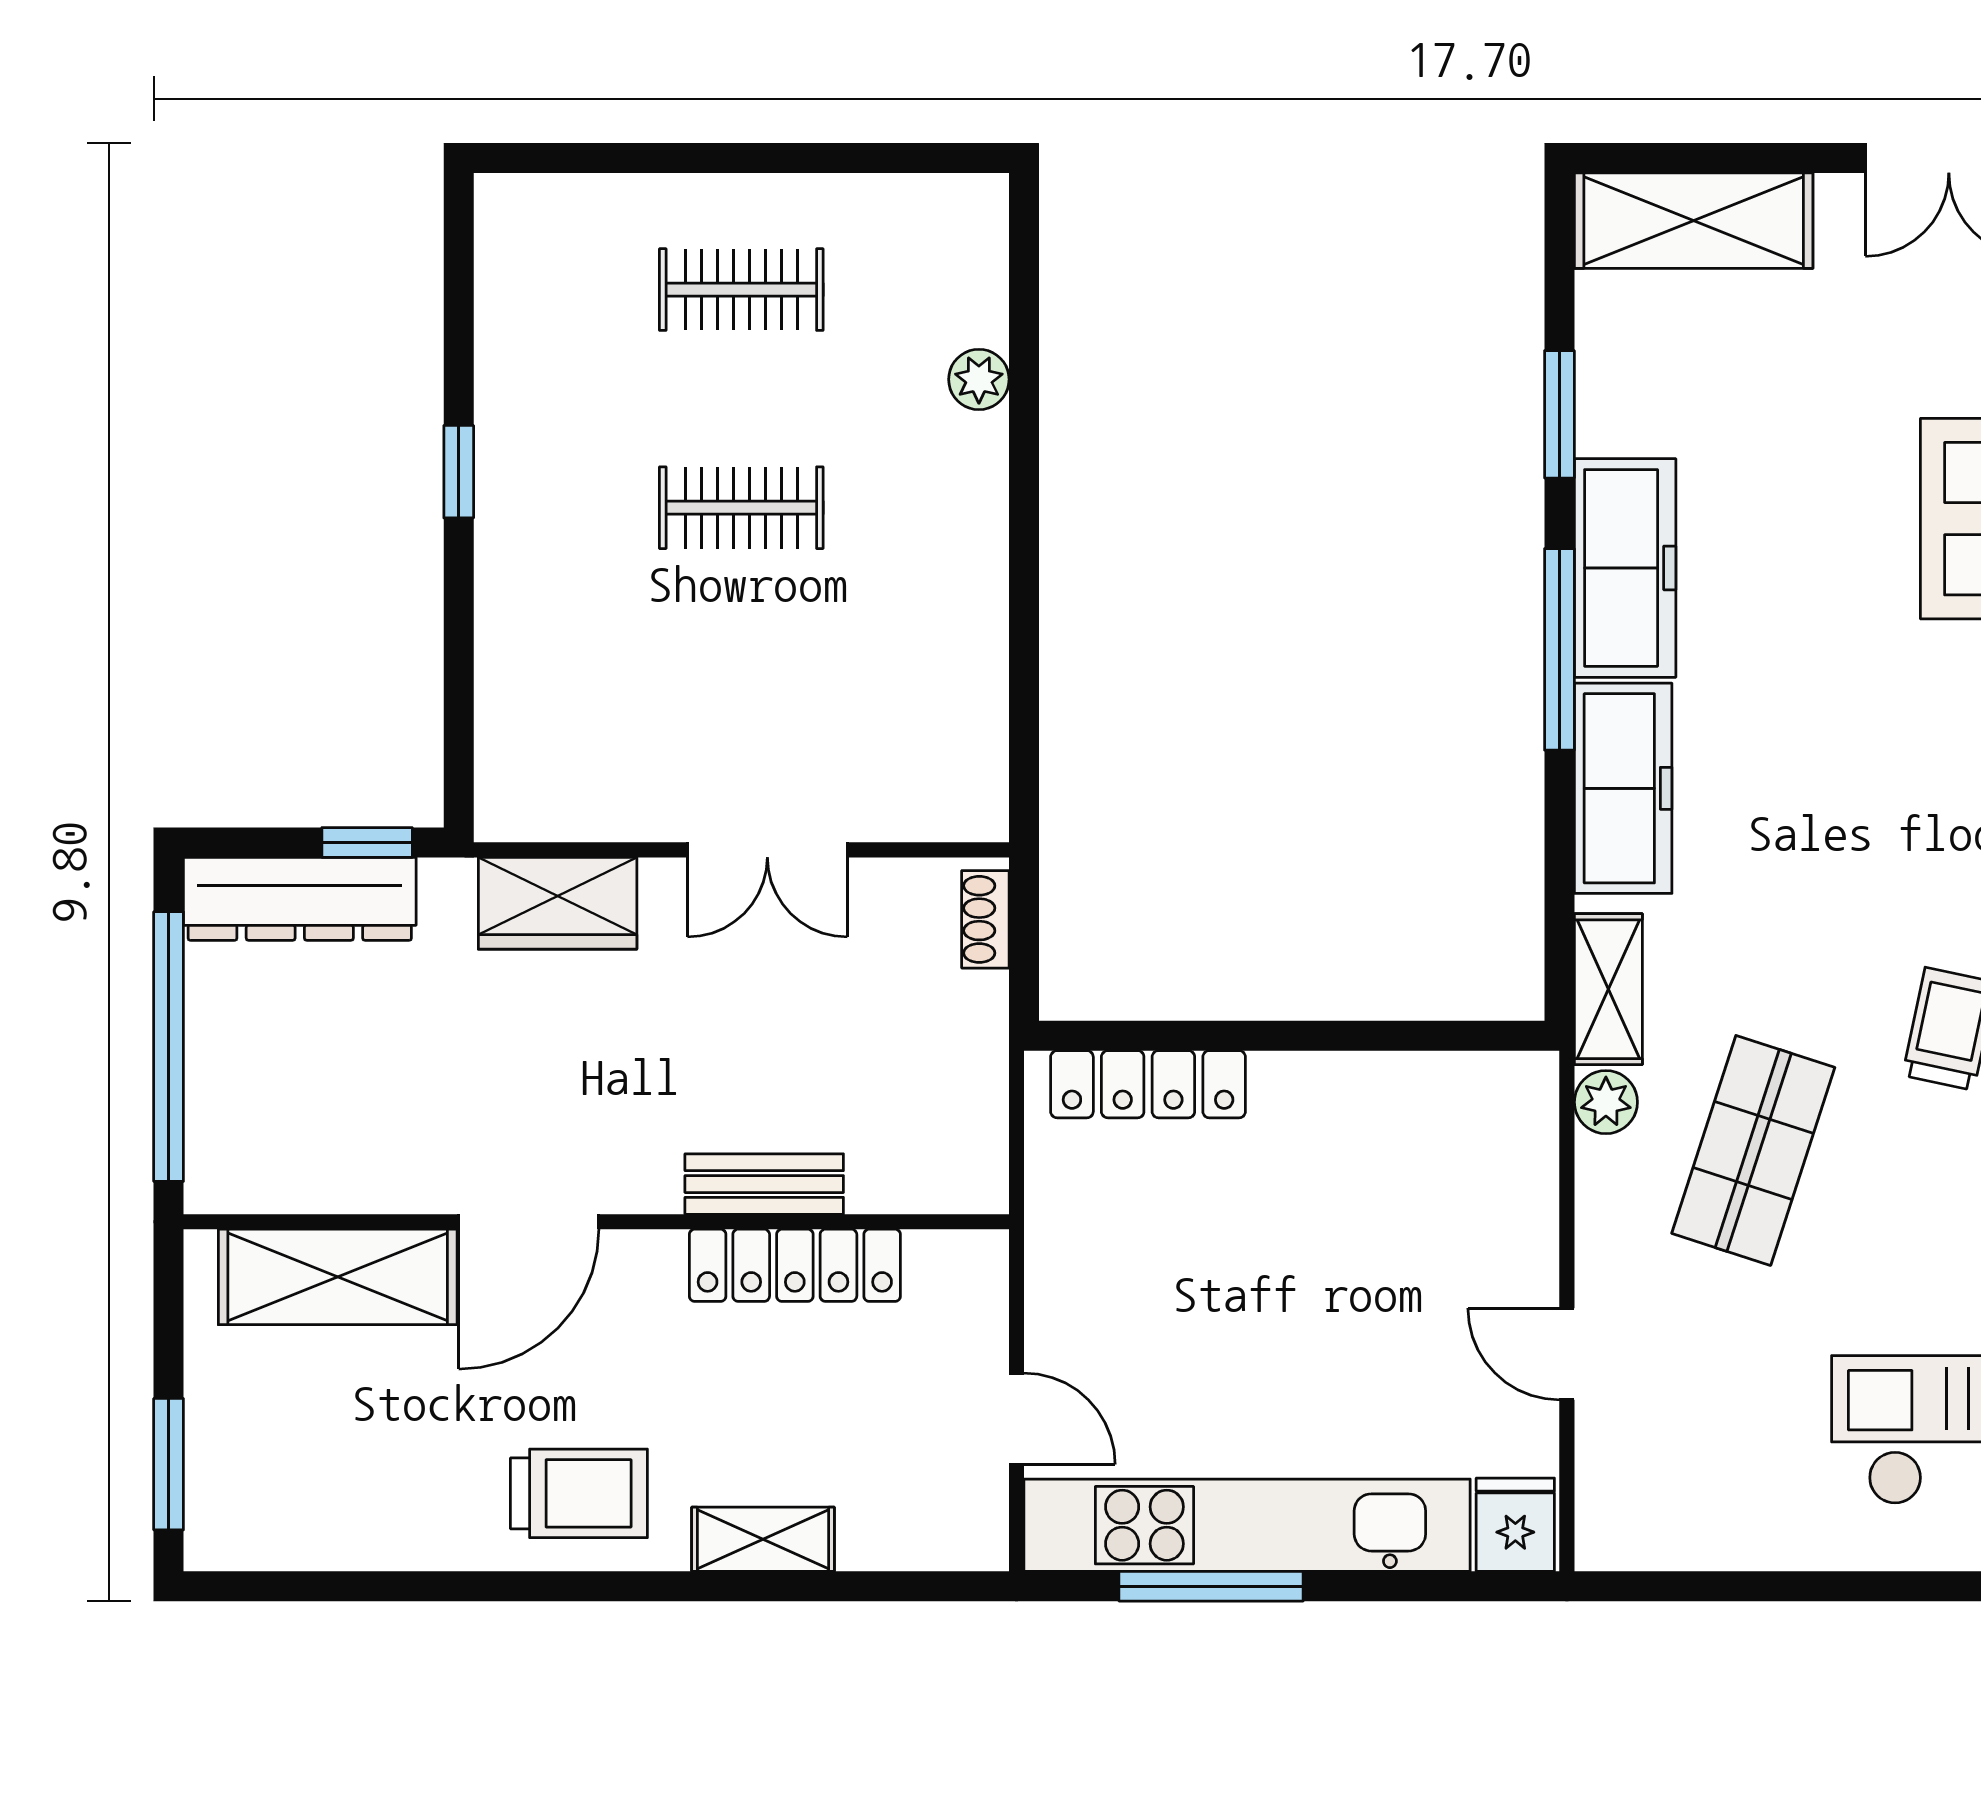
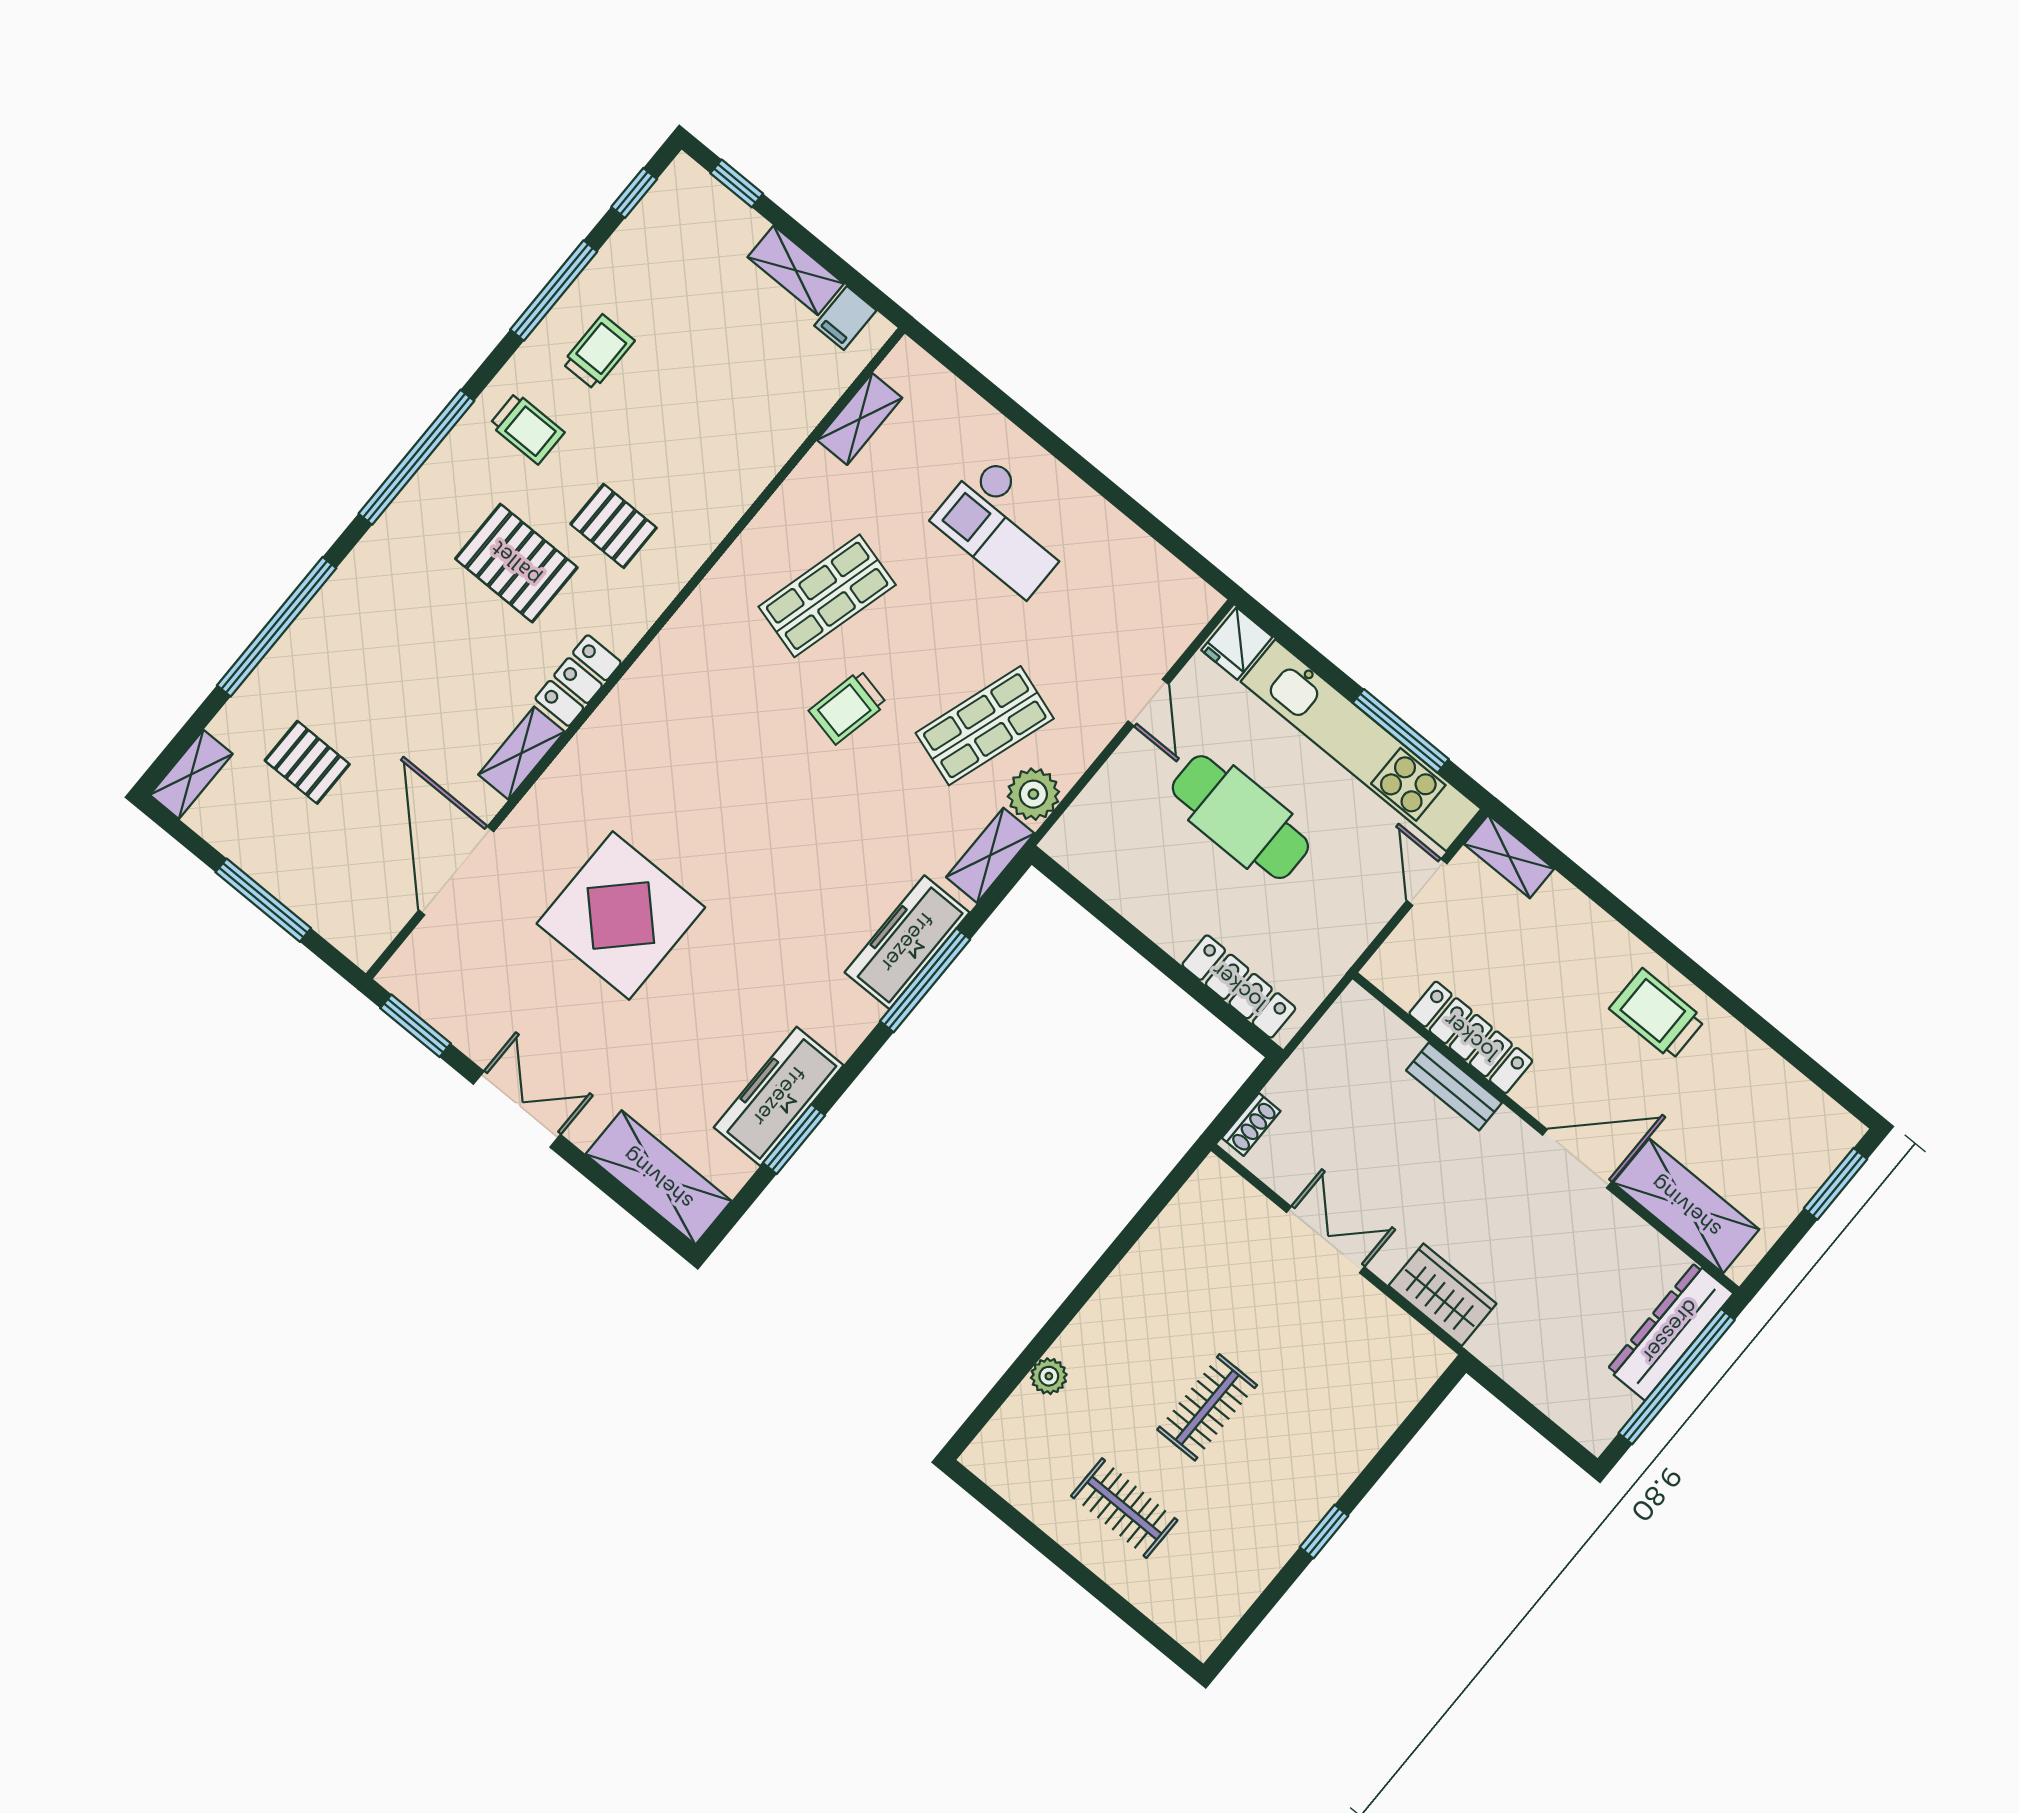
clothes rail: (741, 508) -> (1207, 1407), turned 90
freezer: (1625, 568) -> (779, 1096), moved
window: (1559, 649) -> (925, 980), moved
window: (367, 842) -> (1507, 1395), removed
dresser: (300, 899) -> (1670, 1331), moved, turned -90
plant: (1606, 1102) -> (1033, 794), width x1.38, depth x1.38
cafe table: (1326, 1304) -> (1240, 817), added
shelving: (763, 1539) -> (1509, 857), moved

